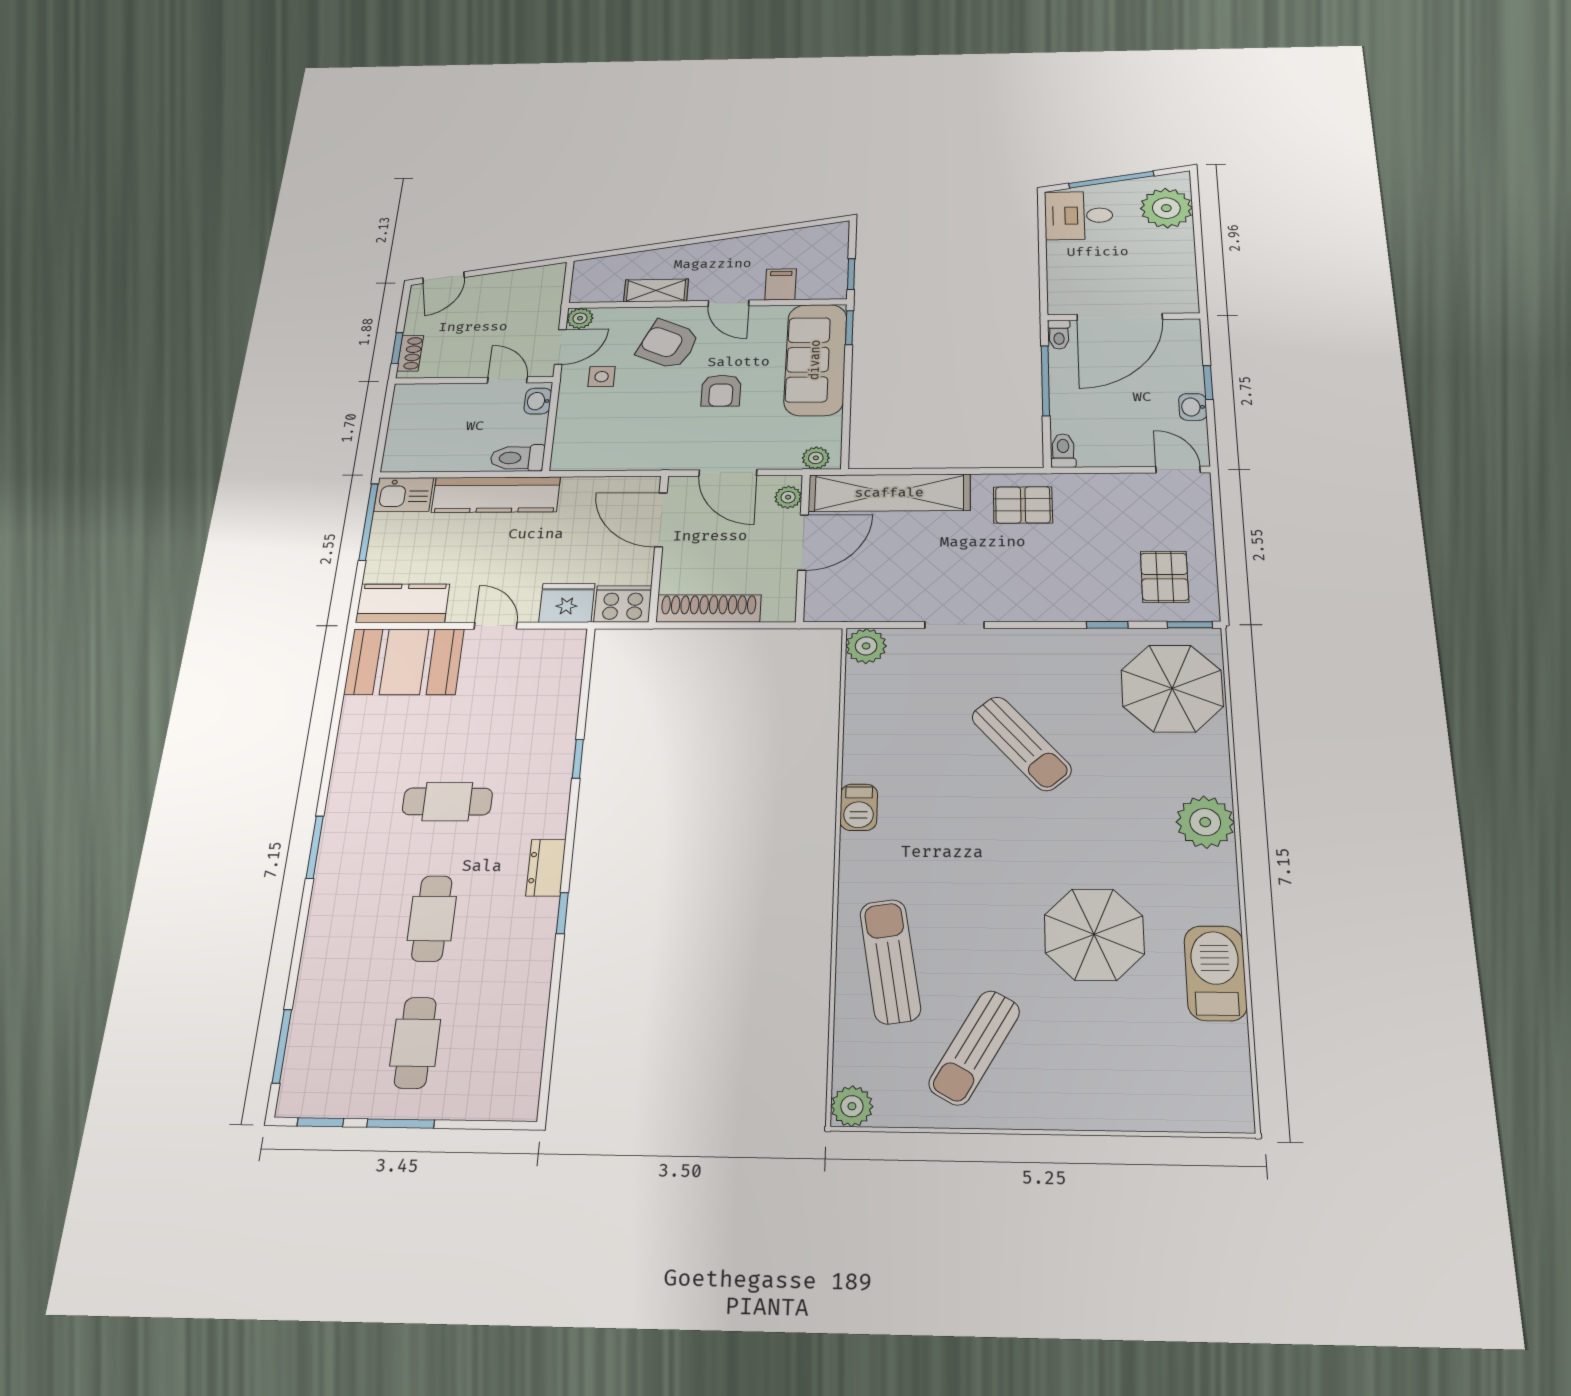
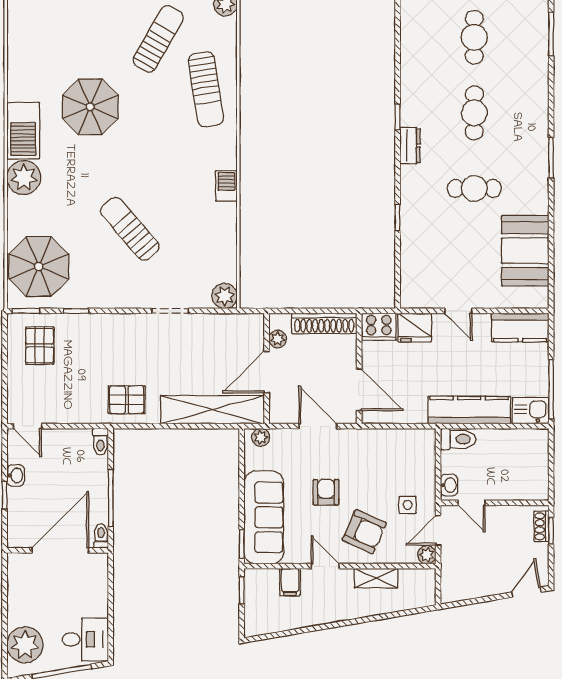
plant: (788, 497) -> (278, 339), moved
booth: (404, 662) -> (525, 251), moved, turned 90
barbecue: (1215, 973) -> (23, 131), moved

